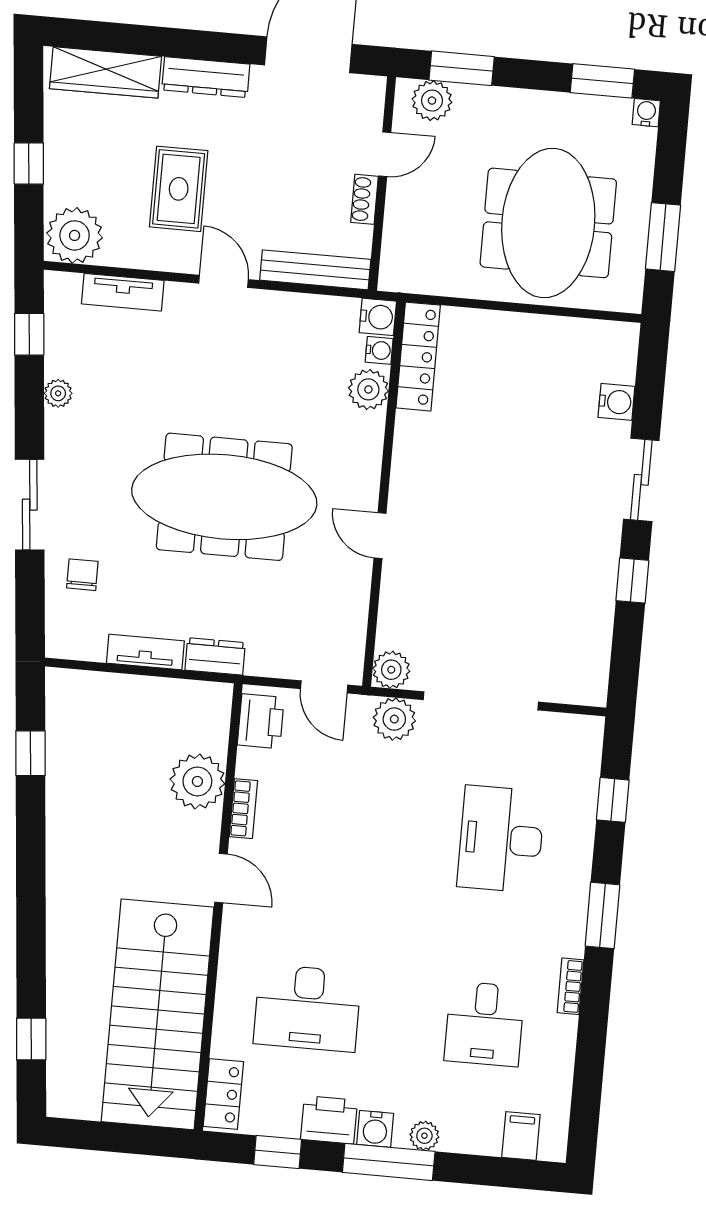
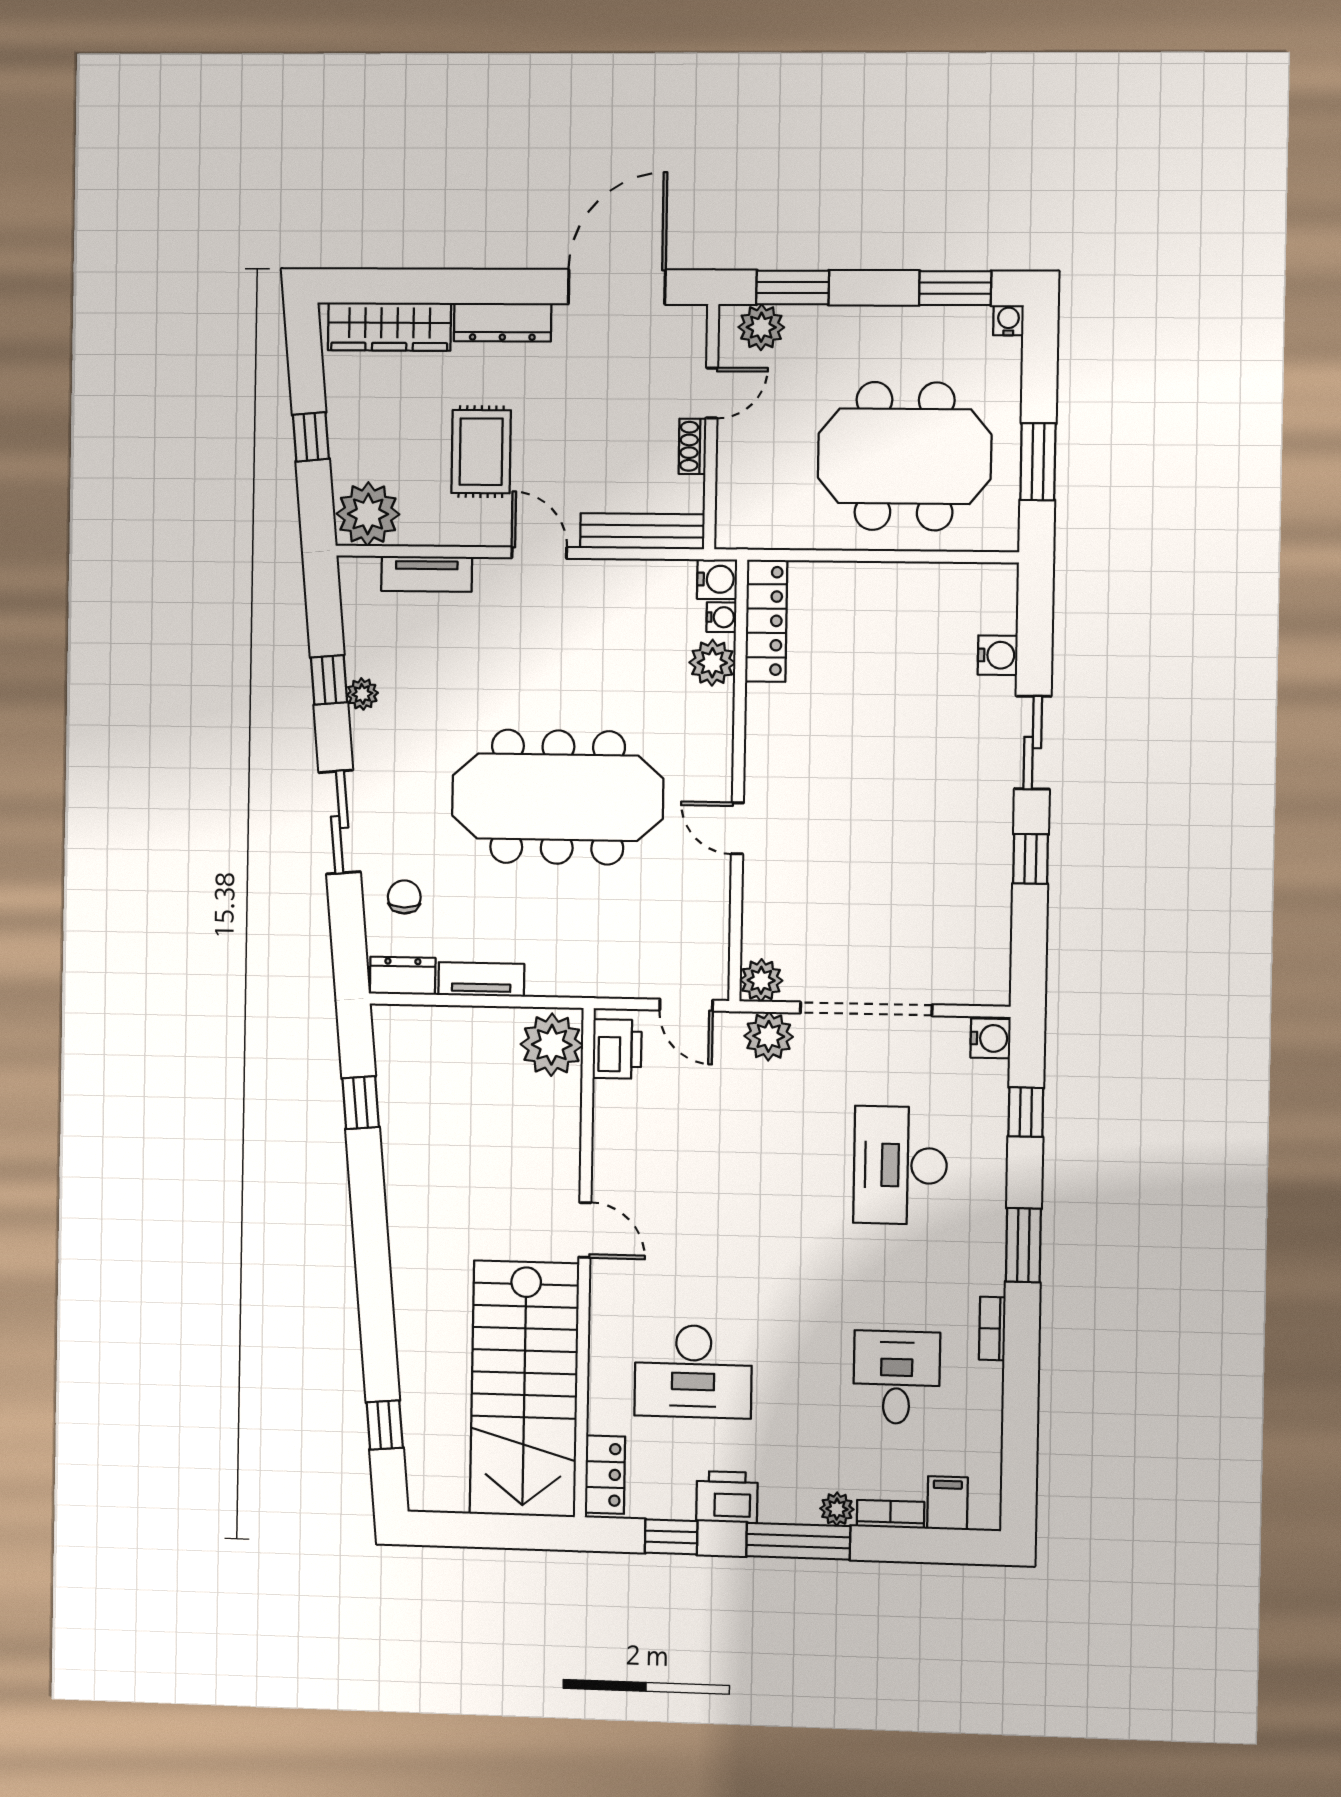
meeting table: (548, 223) -> (905, 456), turned 90
window: (29, 334) -> (329, 680), moved
dresser: (215, 656) -> (403, 976), moved
plant: (197, 781) -> (552, 1045), moved
bookcase: (243, 809) -> (890, 1514), moved, turned -90
desk: (484, 1024) -> (897, 1377), turned 180
water cooler: (375, 1129) -> (991, 1038), moved, turned -90

